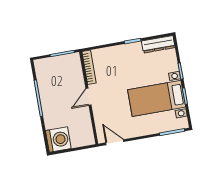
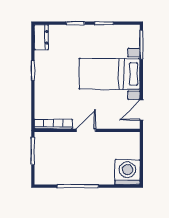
dresser: (158, 44) -> (41, 37), width x0.70
door: (88, 97) -> (86, 130), swing flipped
bed with nightstands: (157, 98) -> (110, 74), moved, turned 90

